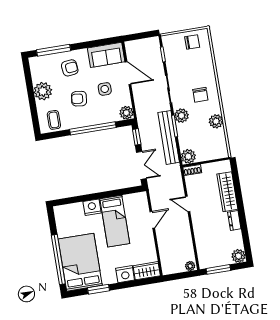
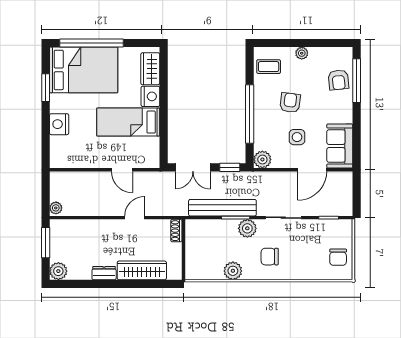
armchair: (70, 68) -> (338, 80), moved
plant: (43, 91) -> (302, 53), width x0.53, depth x0.53
plant: (188, 156) -> (194, 229), removed
wardrobe: (147, 271) -> (150, 69), moved, turned 180

